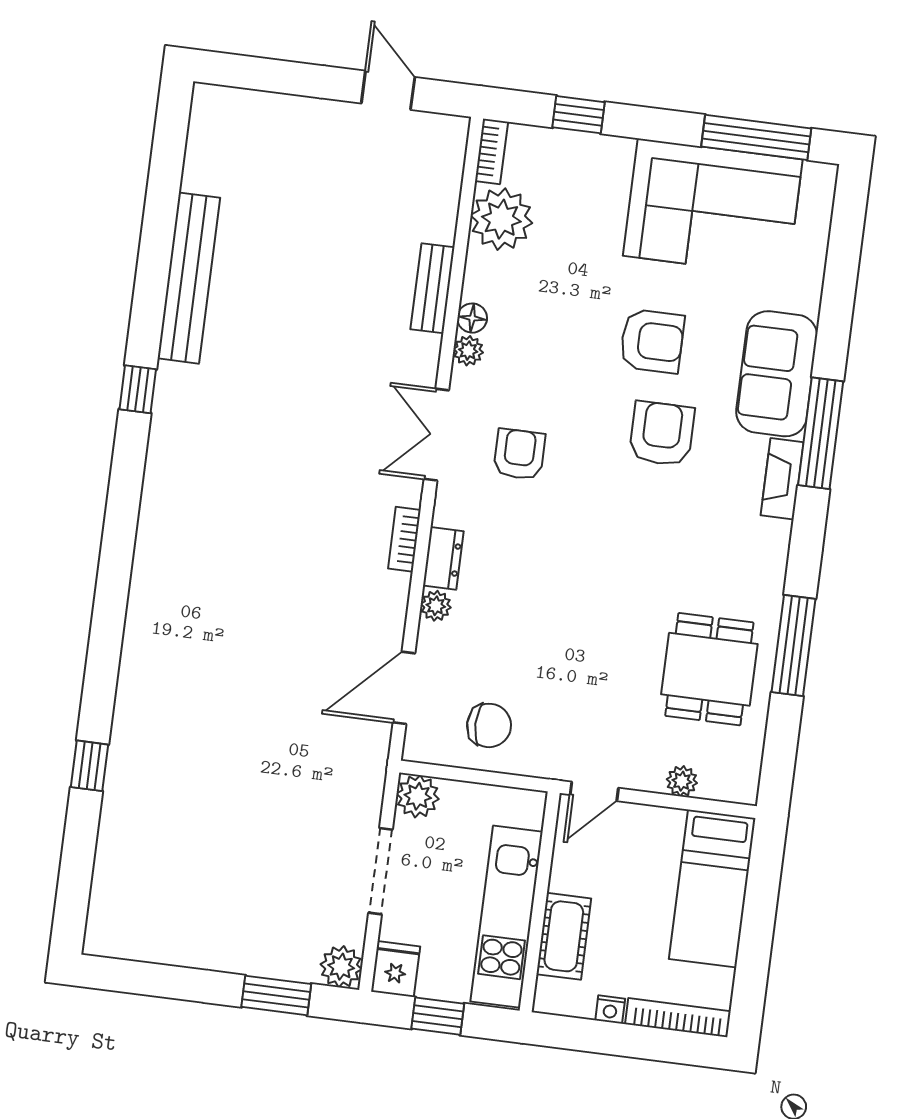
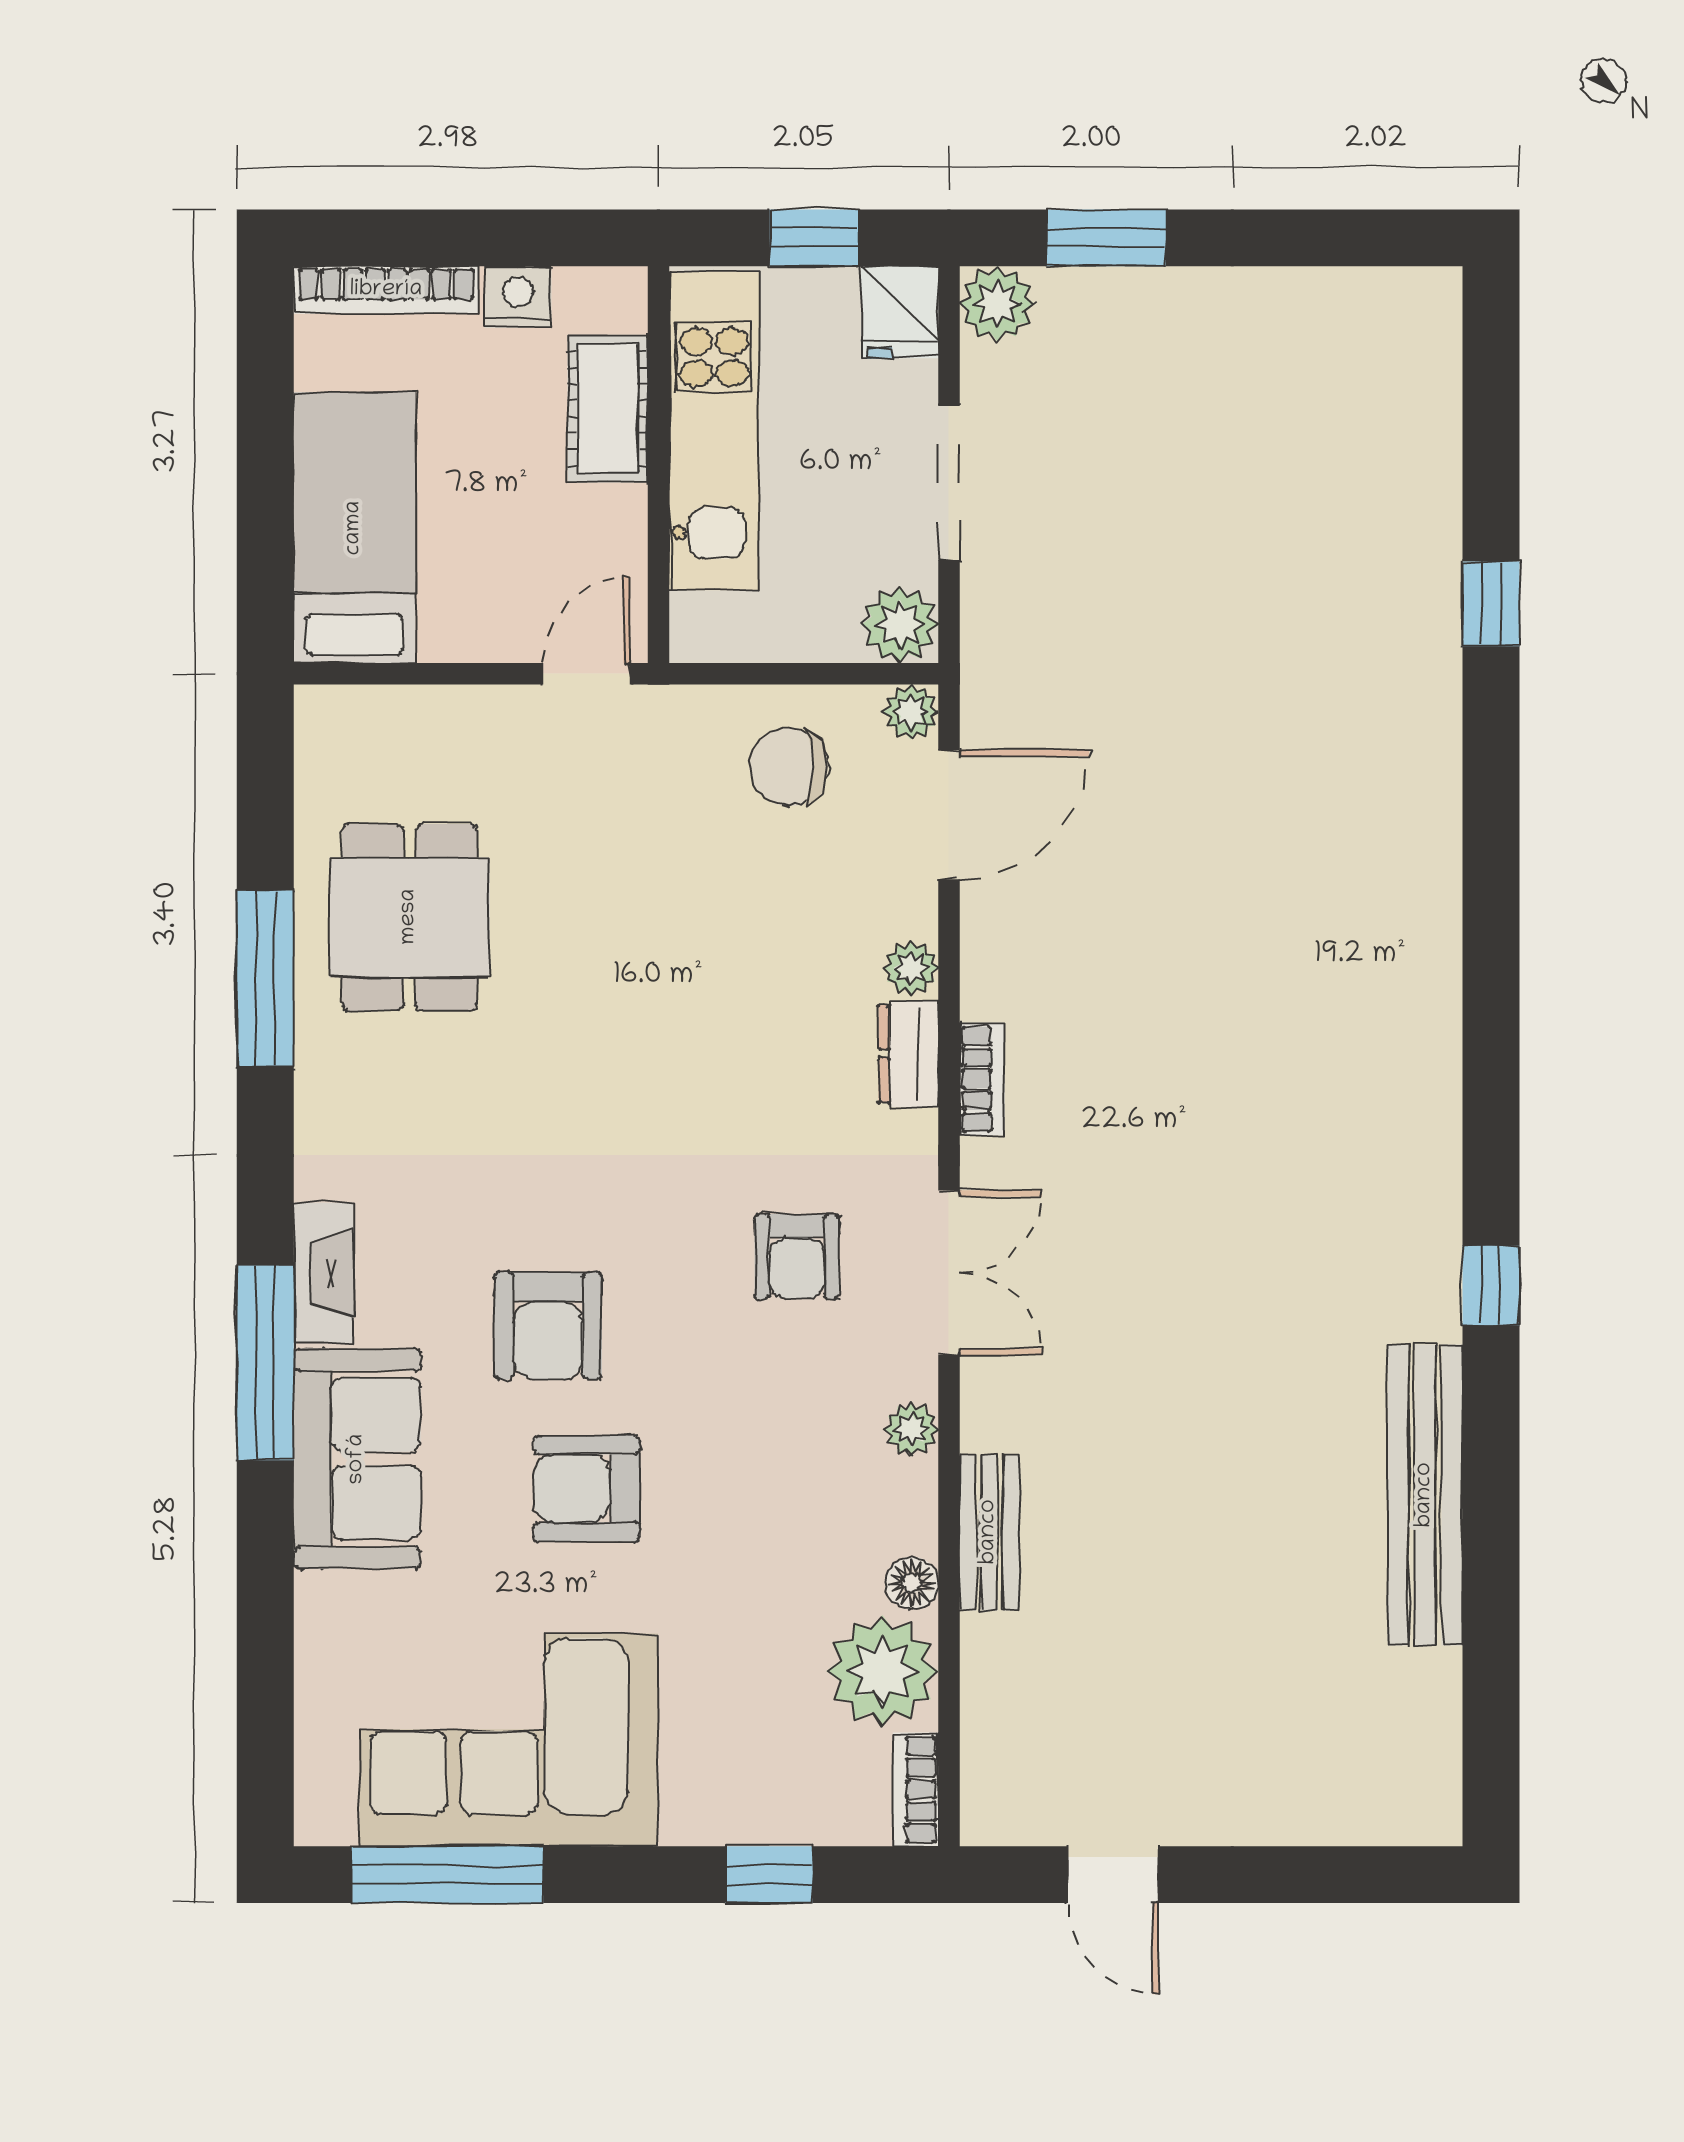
floor lamp: (472, 318) -> (912, 1583), moved
plant: (682, 781) -> (911, 712), moved
nightstand: (610, 1009) -> (518, 297), width x1.39, depth x1.35

